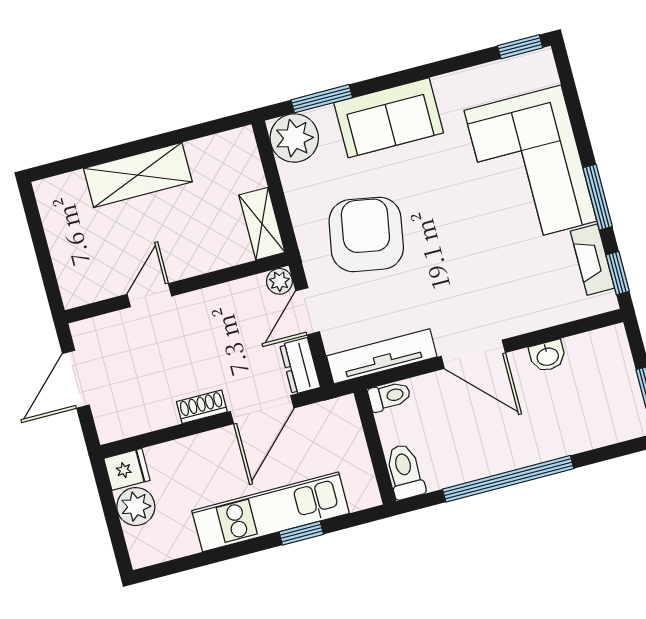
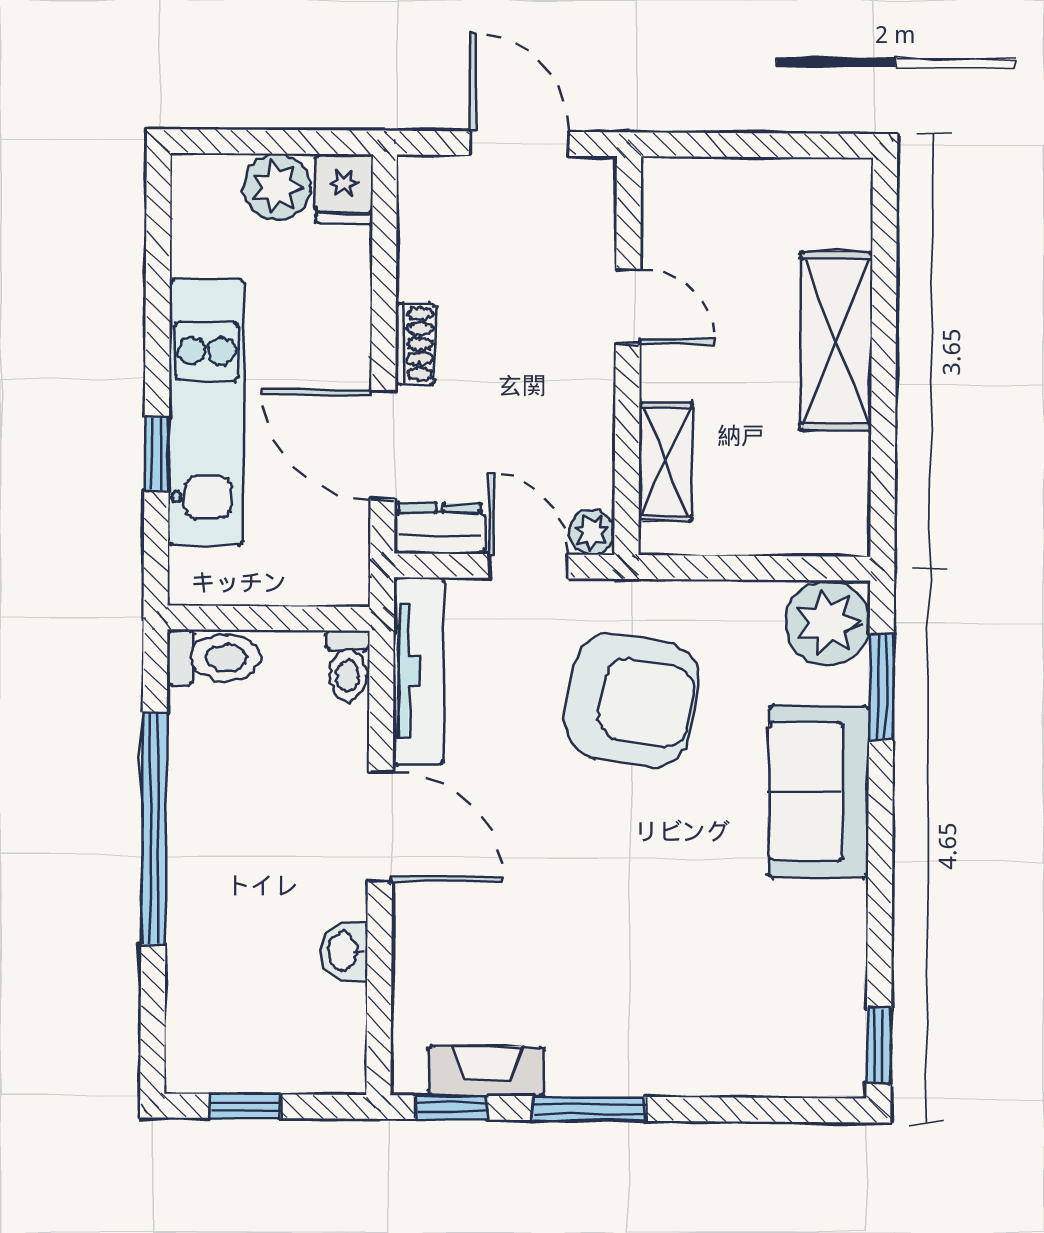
corner sofa: (530, 166) -> (673, 1009), removed
shelving: (262, 224) -> (665, 462), moved, turned 90
door: (473, 354) -> (380, 827), swing flipped

